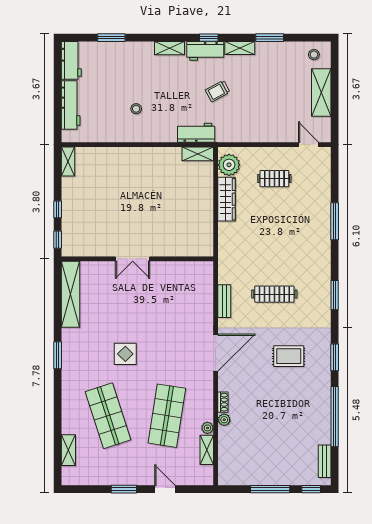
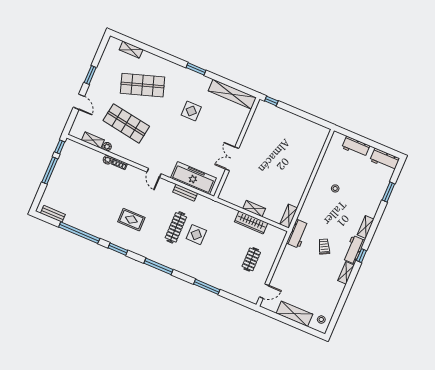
window: (270, 38) -> (345, 295), removed
workbench: (71, 105) -> (356, 147), width x0.73
workbench: (196, 133) -> (298, 234), moved
shelving: (68, 161) -> (254, 209), moved
plant: (229, 165) -> (273, 234), removed
window: (58, 209) -> (291, 109), removed
double door: (133, 259) -> (232, 159), moved
display table: (273, 264) -> (196, 235), added
window: (335, 295) -> (159, 266), width x1.44
freezer: (201, 298) -> (193, 178), added
door: (216, 353) -> (154, 173), width x0.53
display table: (125, 354) -> (191, 111), moved
rug: (289, 356) -> (131, 220), turned 90
door: (165, 489) -> (79, 102), hinge flipped
window: (311, 489) -> (60, 147), moved

